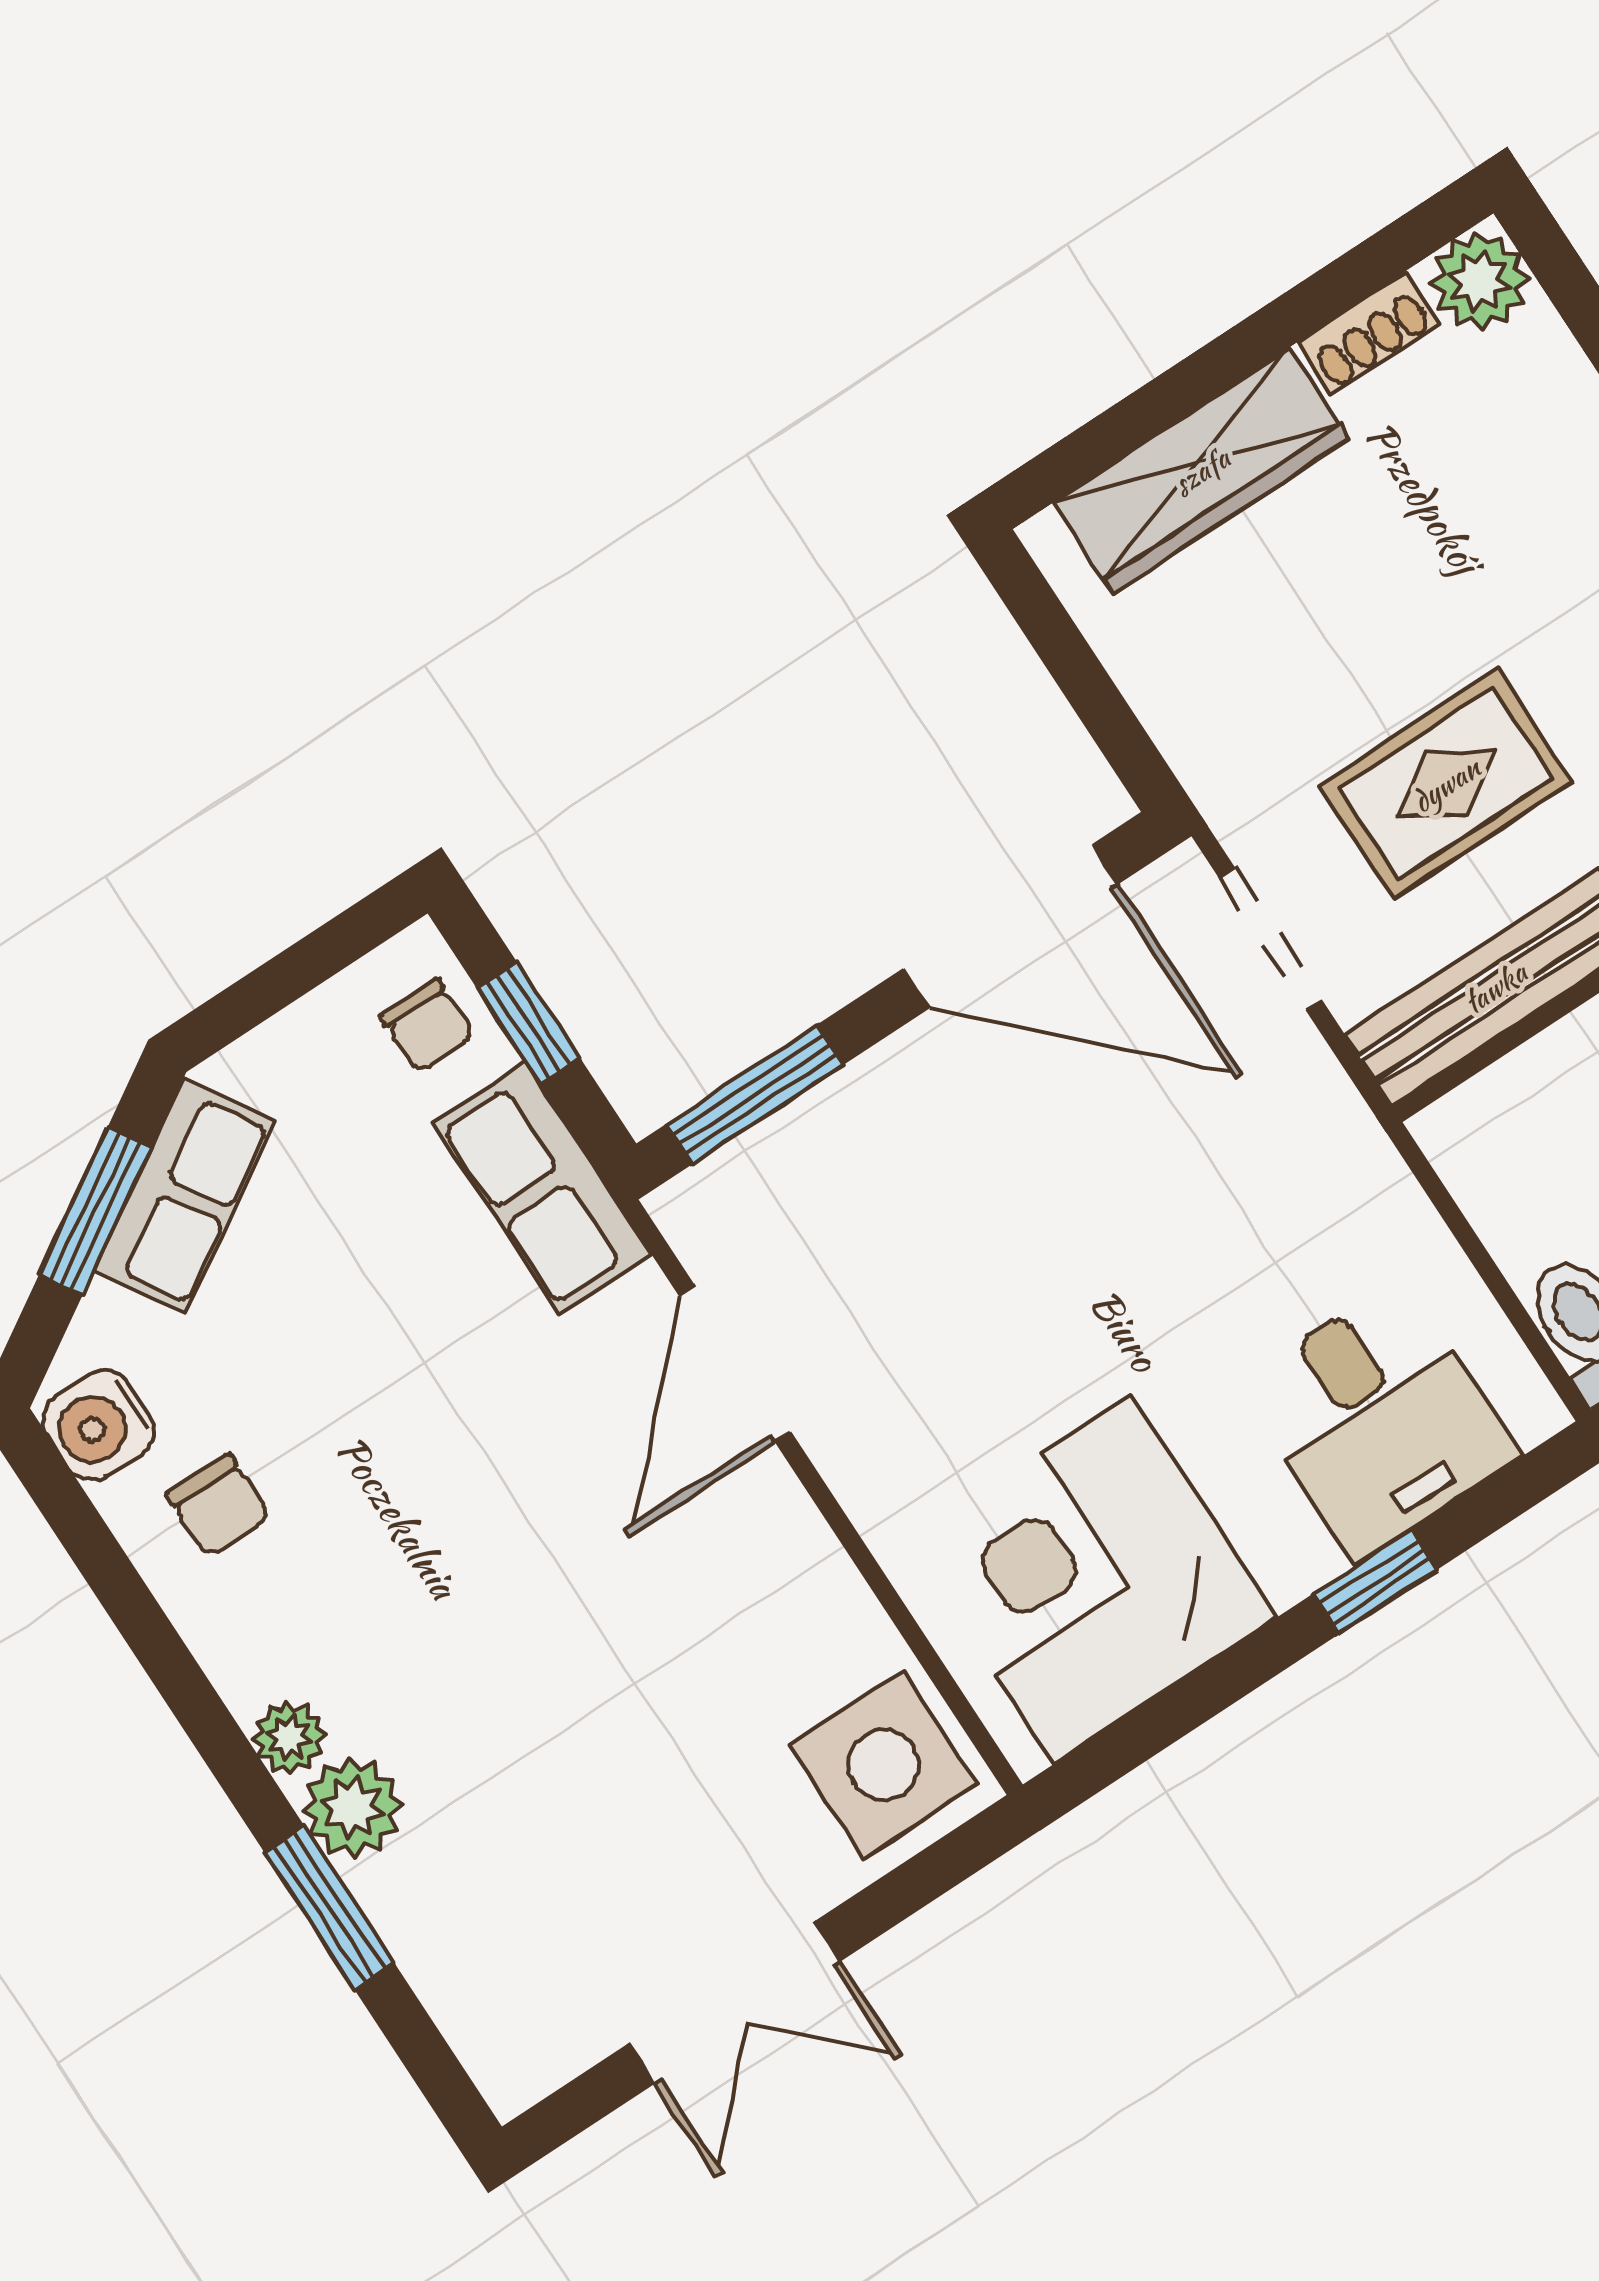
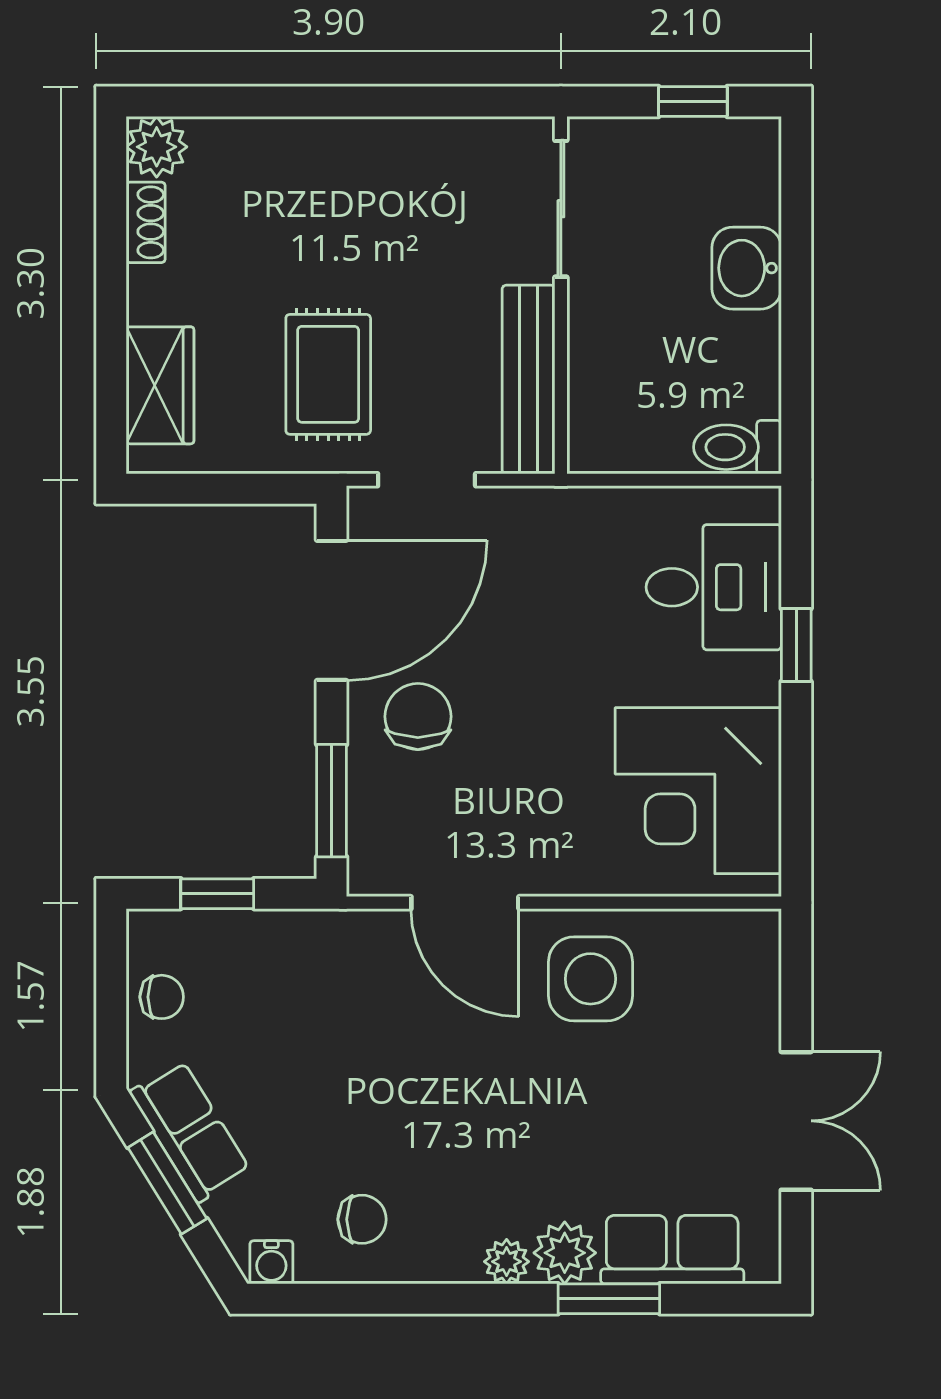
wardrobe: (1201, 471) -> (160, 385), width x0.67
rug: (1446, 784) -> (328, 374), moved
chair: (427, 1026) -> (162, 997), moved
chair: (944, 1136) -> (418, 716), added
row of seats: (543, 1189) -> (672, 1250), moved, turned 180
water cooler: (99, 1425) -> (271, 1262), width x0.72, depth x0.72
side table: (883, 1765) -> (590, 979), moved

